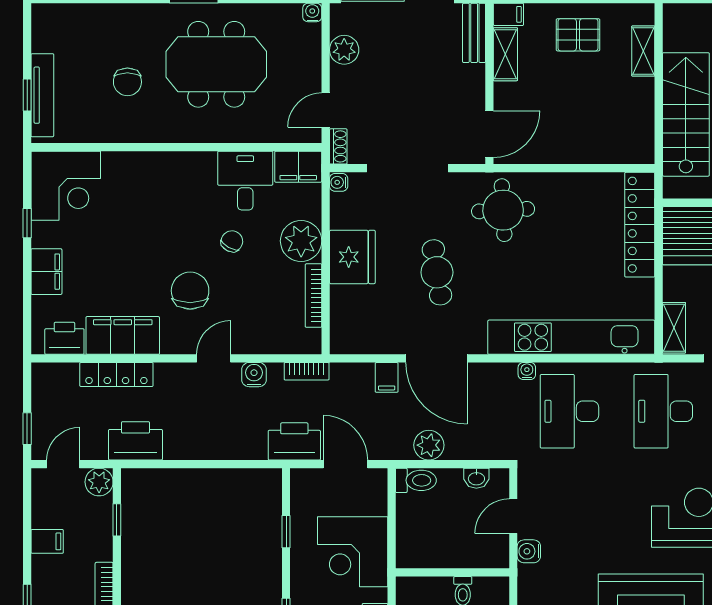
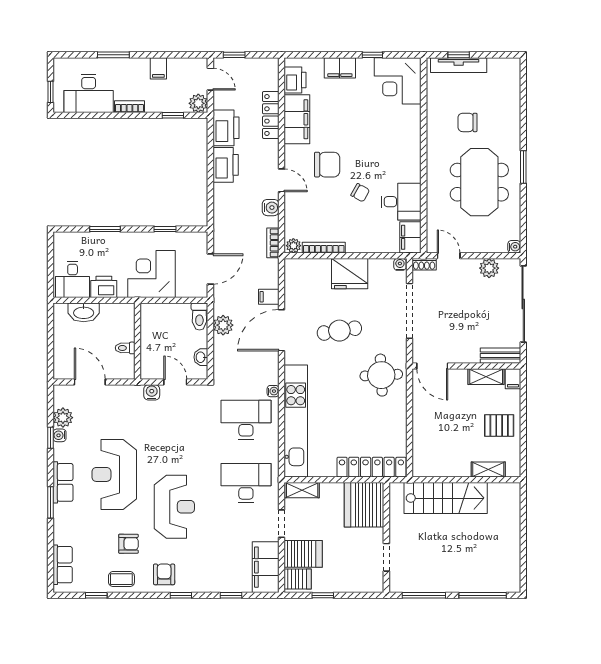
pallet: (578, 35) -> (499, 425), turned 90
plant: (301, 241) -> (293, 246), moved, width x0.53, depth x0.53
printer: (294, 441) -> (226, 165), moved

